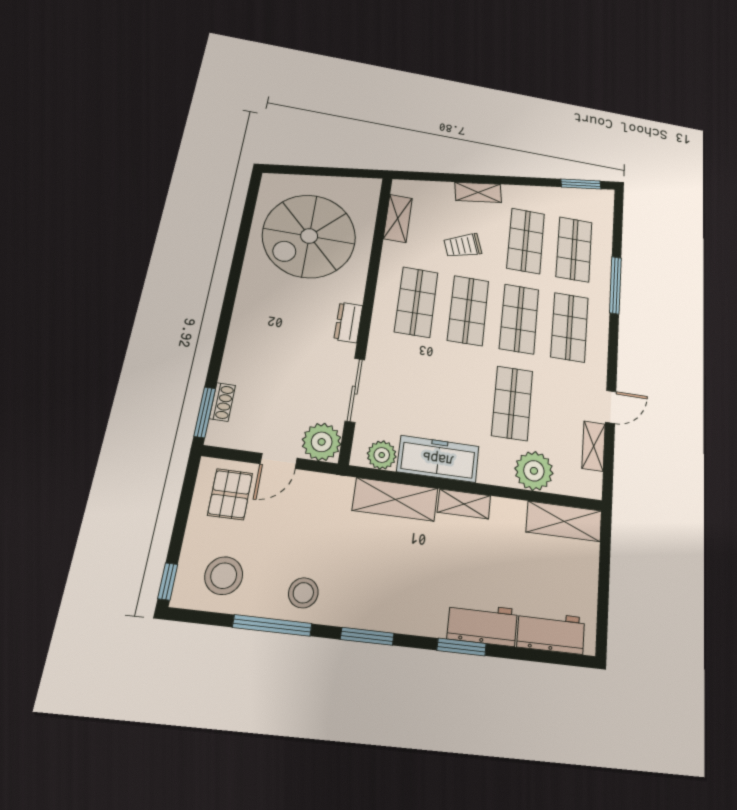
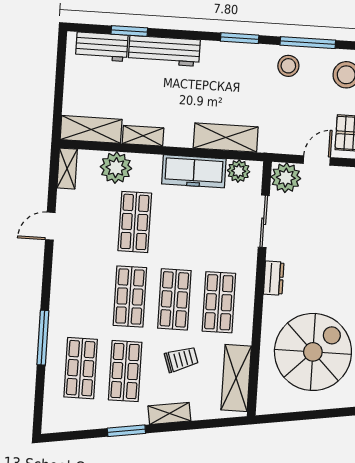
window: (581, 184) -> (126, 431), moved
shelving: (398, 218) -> (236, 378), width x1.50, depth x1.33
shop shelf: (569, 327) -> (85, 294), removed
shelving: (594, 446) -> (67, 169), moved
shelving: (464, 504) -> (143, 136), moved
workbench: (482, 624) -> (164, 51), width x1.38
window: (462, 647) -> (129, 31), moved

